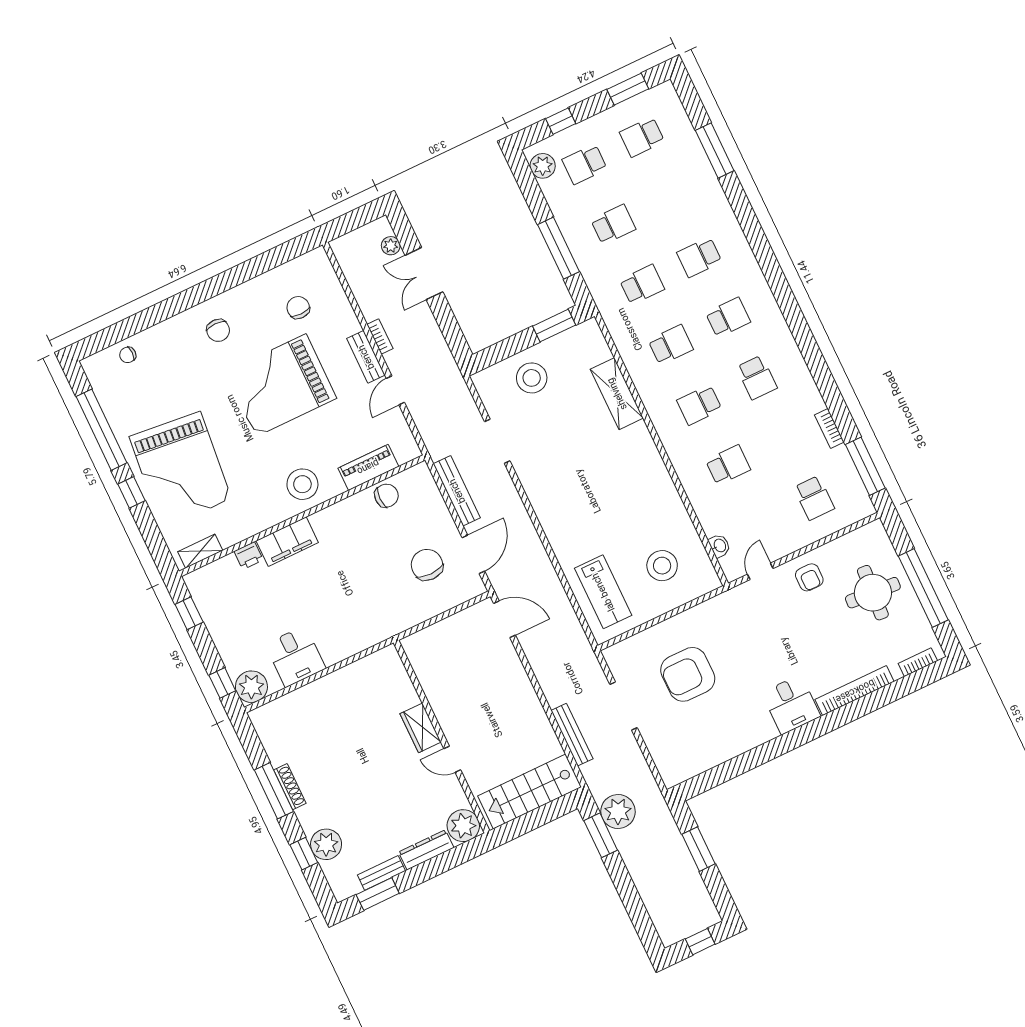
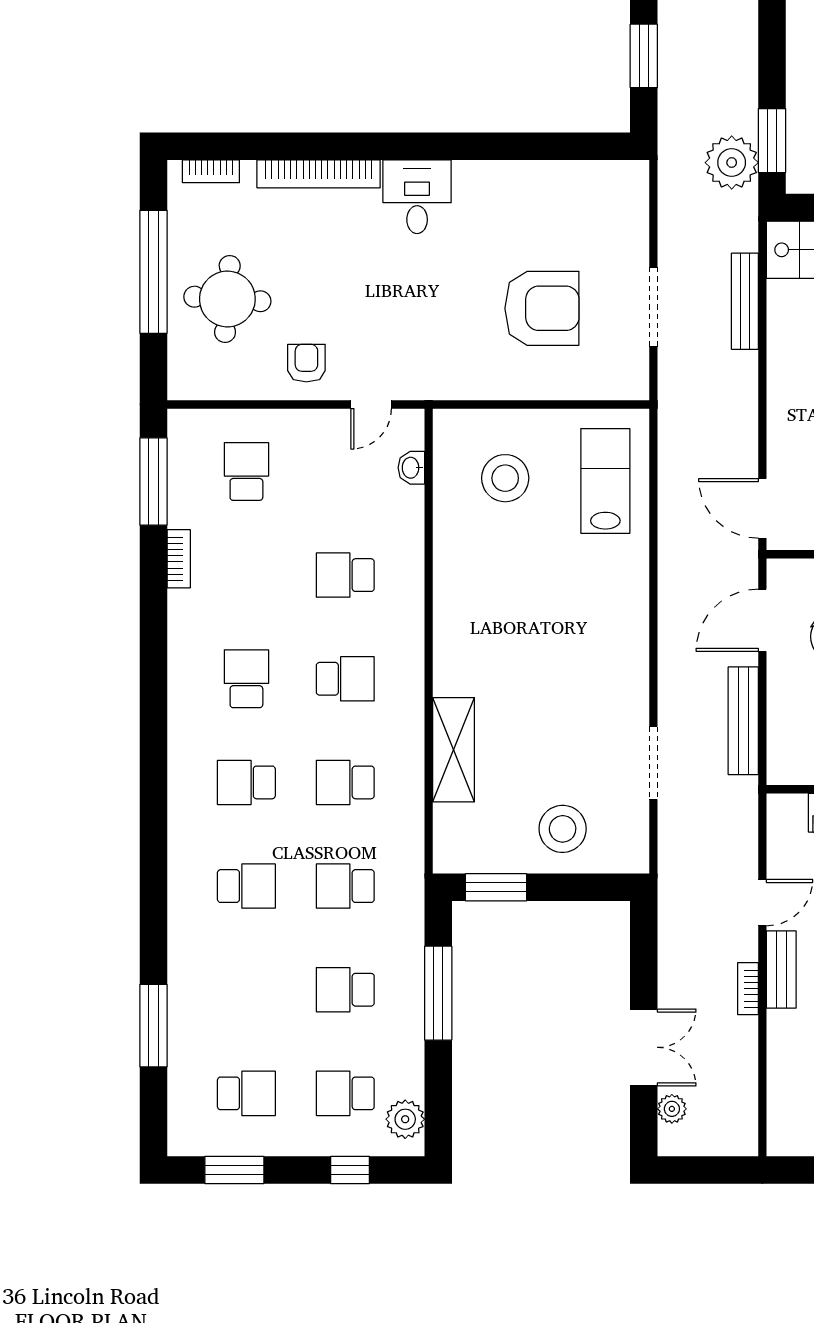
school desk: (585, 164) -> (345, 1093), turned 180

